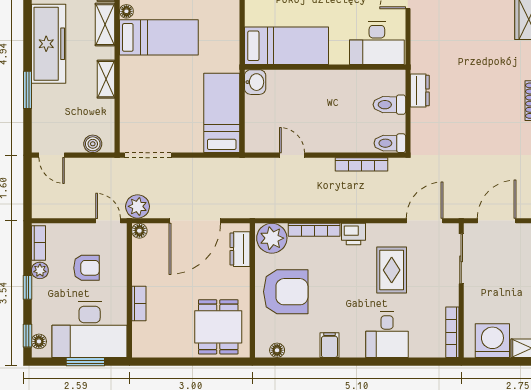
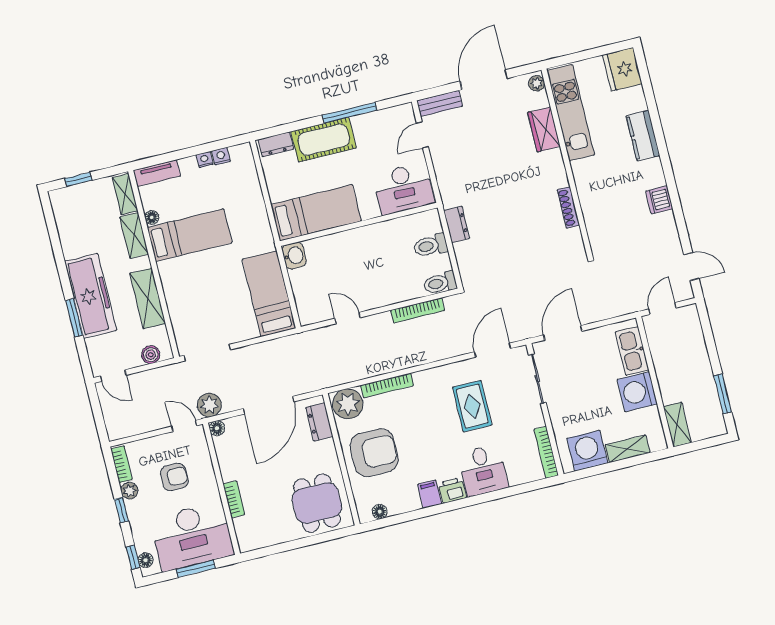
freezer: (49, 44) -> (91, 296), moved
shelving: (106, 79) -> (148, 298), width x1.50, depth x1.33
printer: (353, 234) -> (452, 490), moved, turned 180

